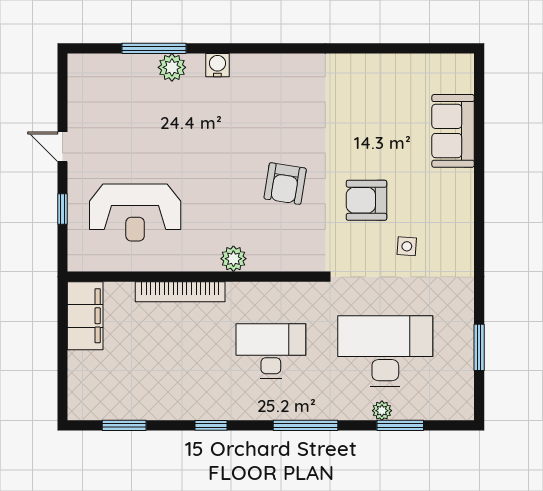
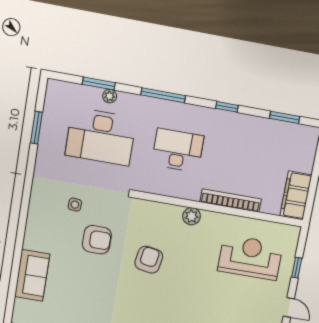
desk: (271, 351) -> (178, 150), turned 180

